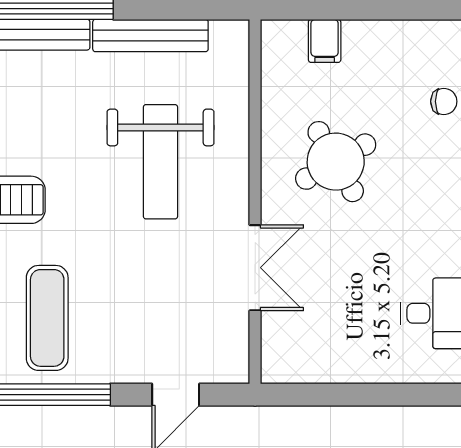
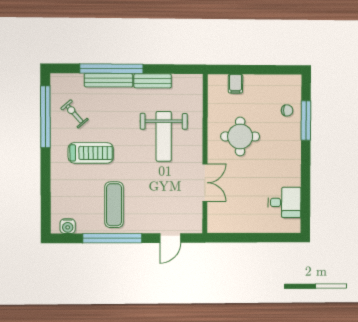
bench: (150, 36) -> (153, 81), width x0.73
round table: (336, 162) -> (240, 136), turned 30

